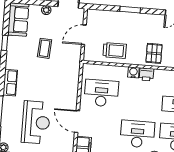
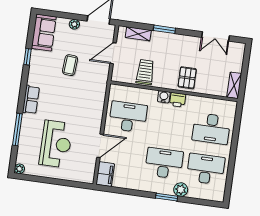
shelving: (106, 15) -> (138, 34), added
trolley: (115, 50) -> (145, 72), turned -90
door: (77, 122) -> (100, 146), swing flipped

